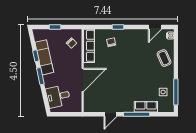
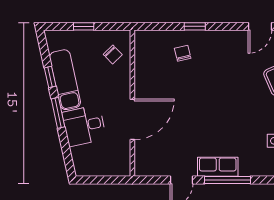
row of seats: (89, 46) -> (144, 59), removed
desk: (58, 96) -> (84, 126), moved
row of seats: (146, 107) -> (218, 167), moved

